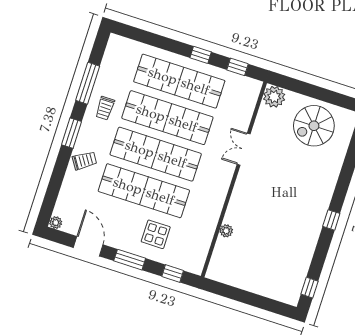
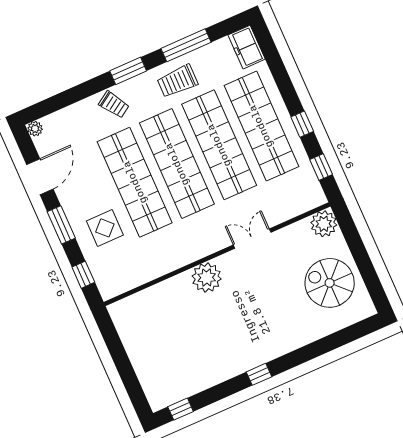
freezer: (122, 47) -> (247, 47), added
trolley: (105, 108) -> (177, 81), width x1.36, depth x1.39
plant: (226, 231) -> (207, 278), moved, width x1.87, depth x1.87

